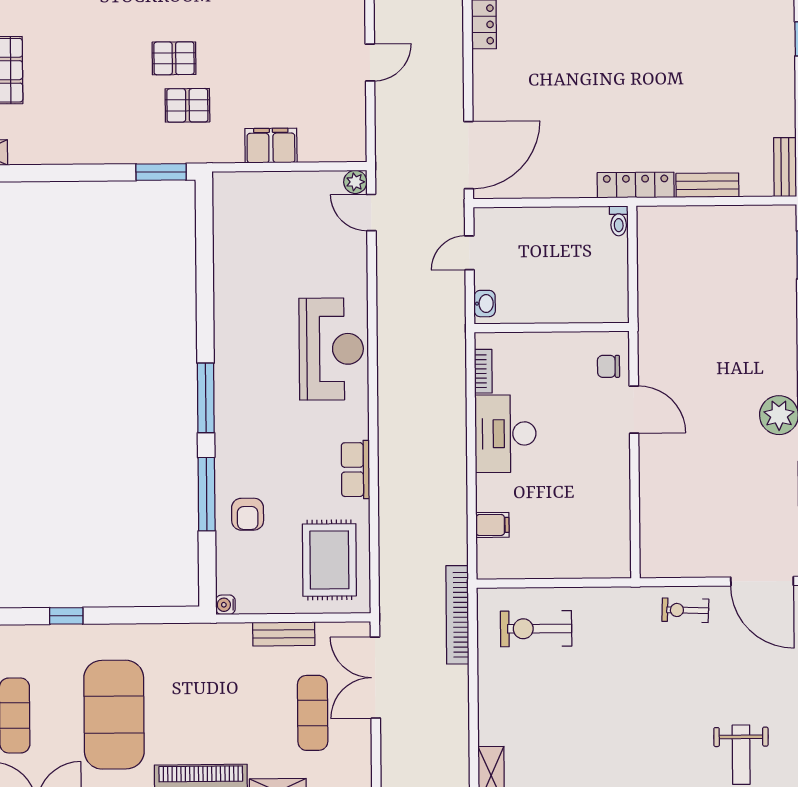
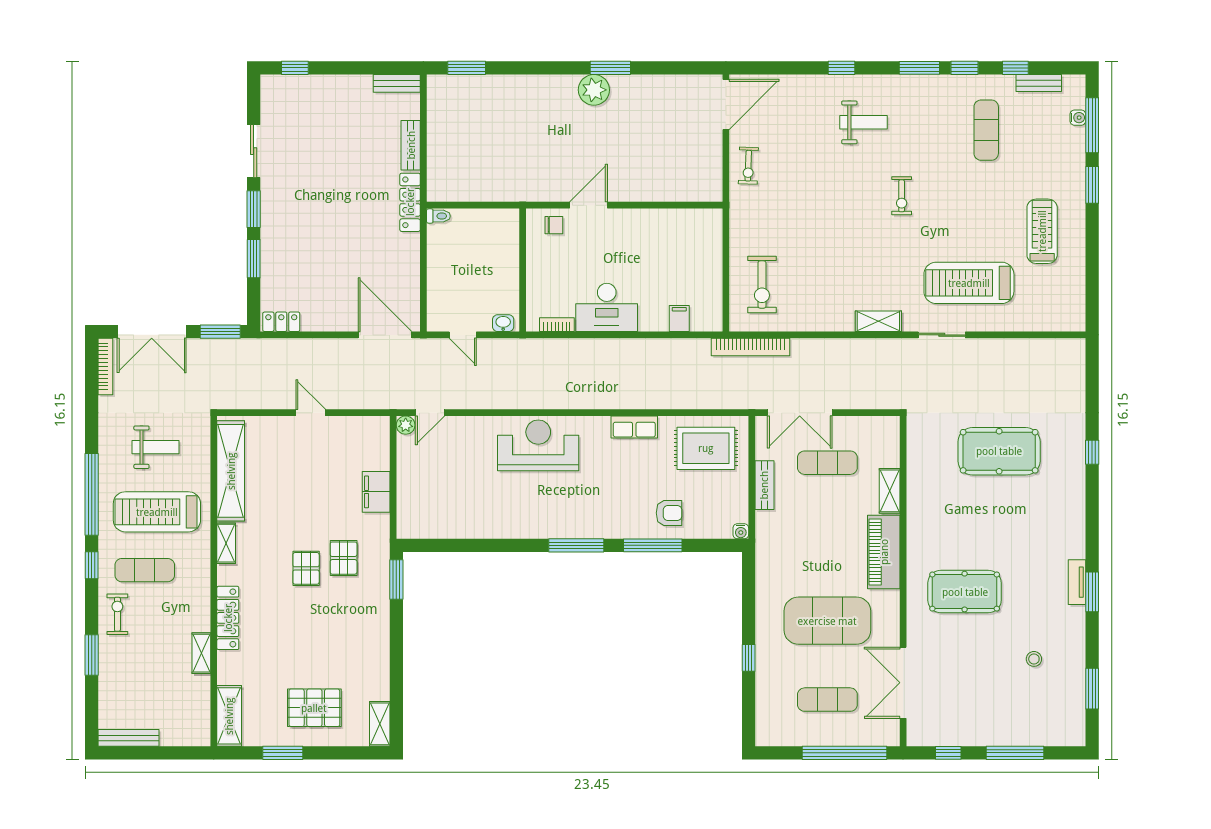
chair: (609, 366) -> (554, 225), turned -90

